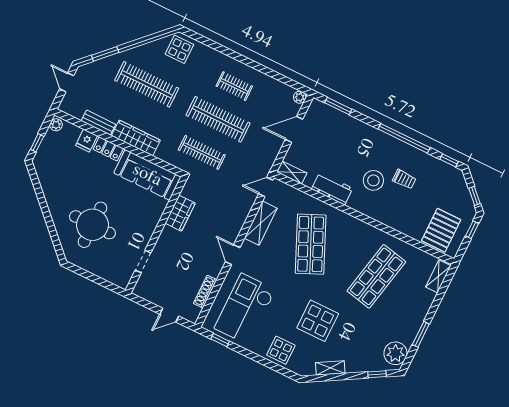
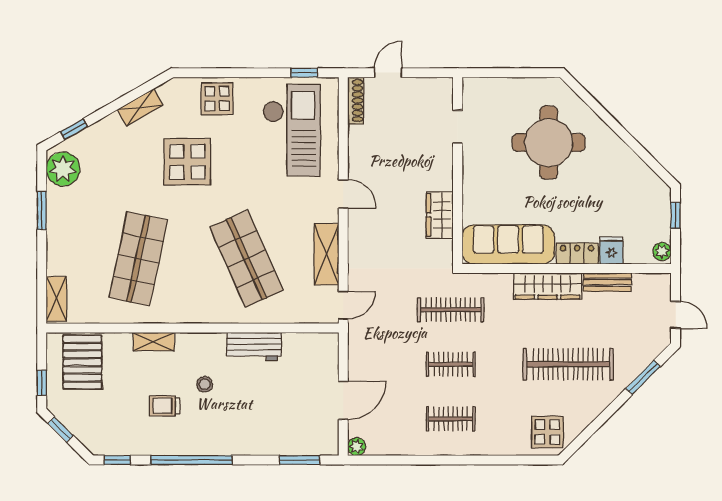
clothes rail: (218, 119) -> (451, 364), width x0.54, depth x0.76
shelving: (292, 172) -> (154, 342), moved
stool: (373, 180) -> (205, 384), width x0.53, depth x0.53
shoe rack: (205, 292) -> (356, 101), moved

